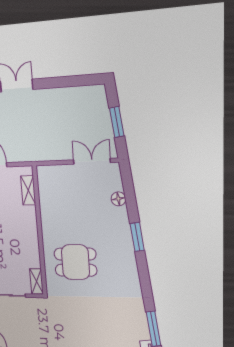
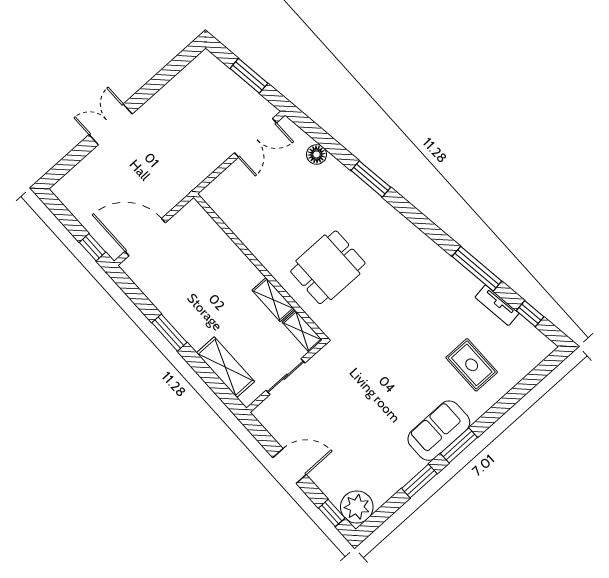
double door: (92, 161) -> (255, 138), swing flipped
shelving: (28, 190) -> (273, 300), moved

